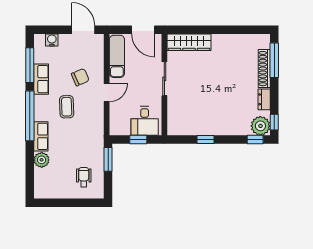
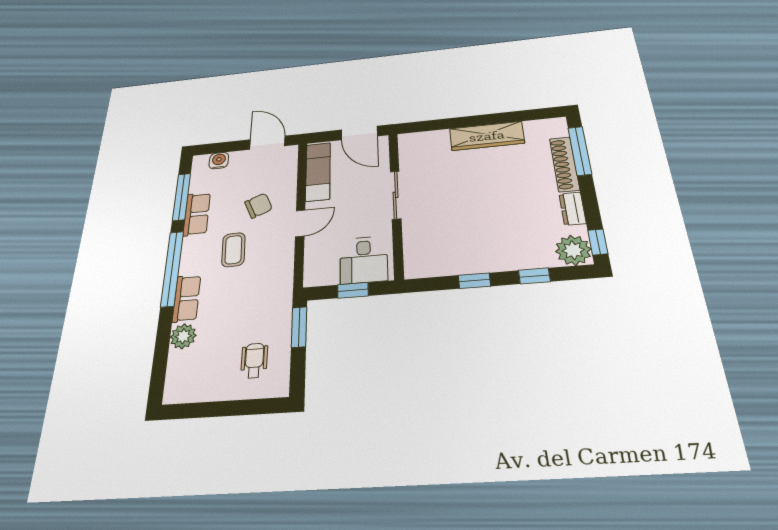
wardrobe: (189, 42) -> (487, 136), moved
window: (255, 140) -> (534, 276), moved

